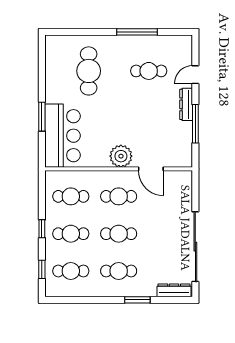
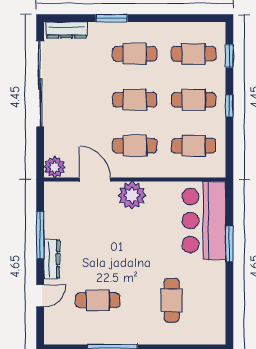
cafe table: (89, 71) -> (172, 300), width x0.73, depth x0.74
plant: (184, 179) -> (55, 167), added

